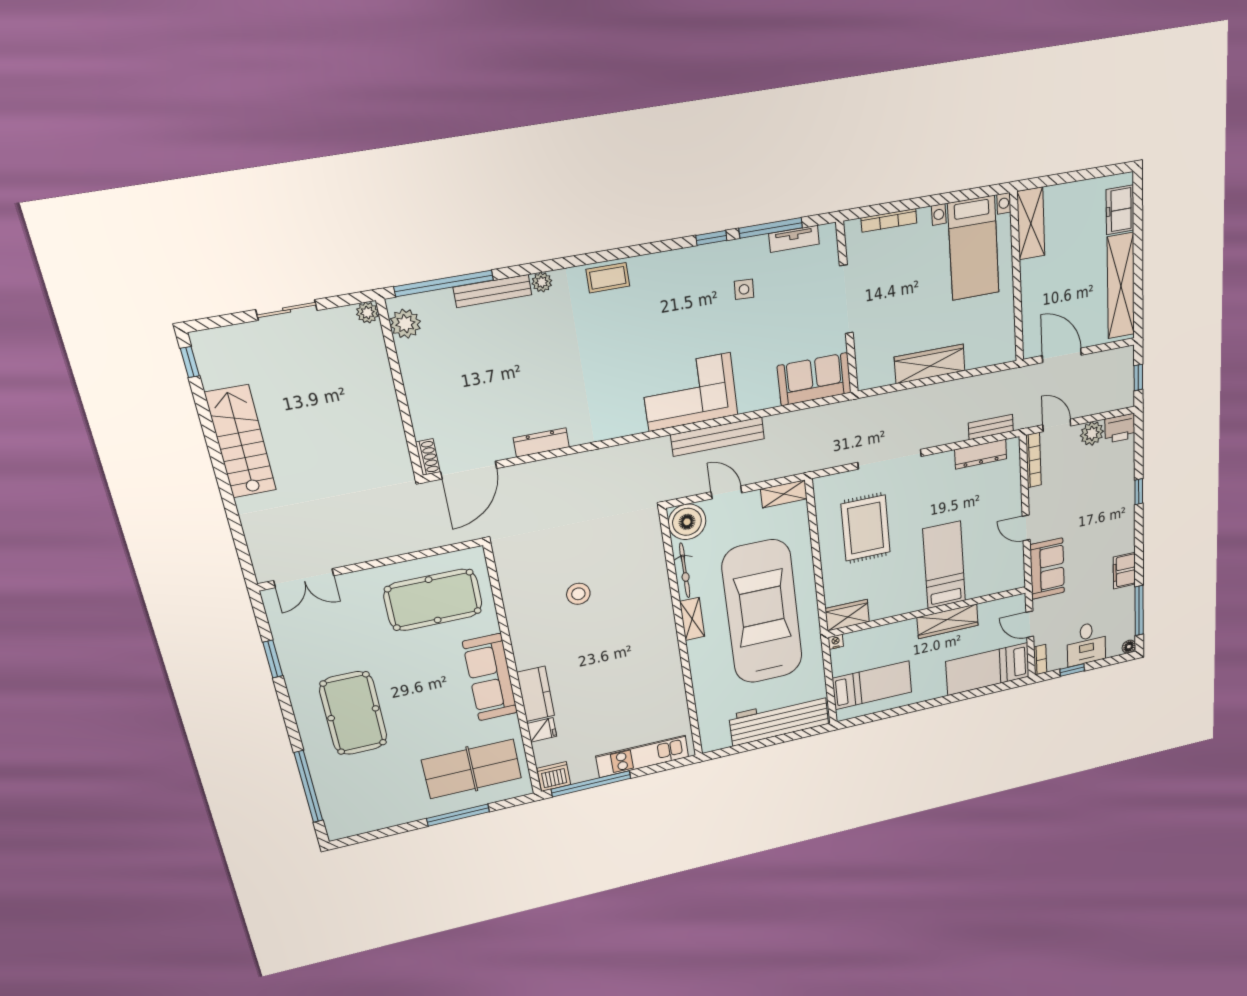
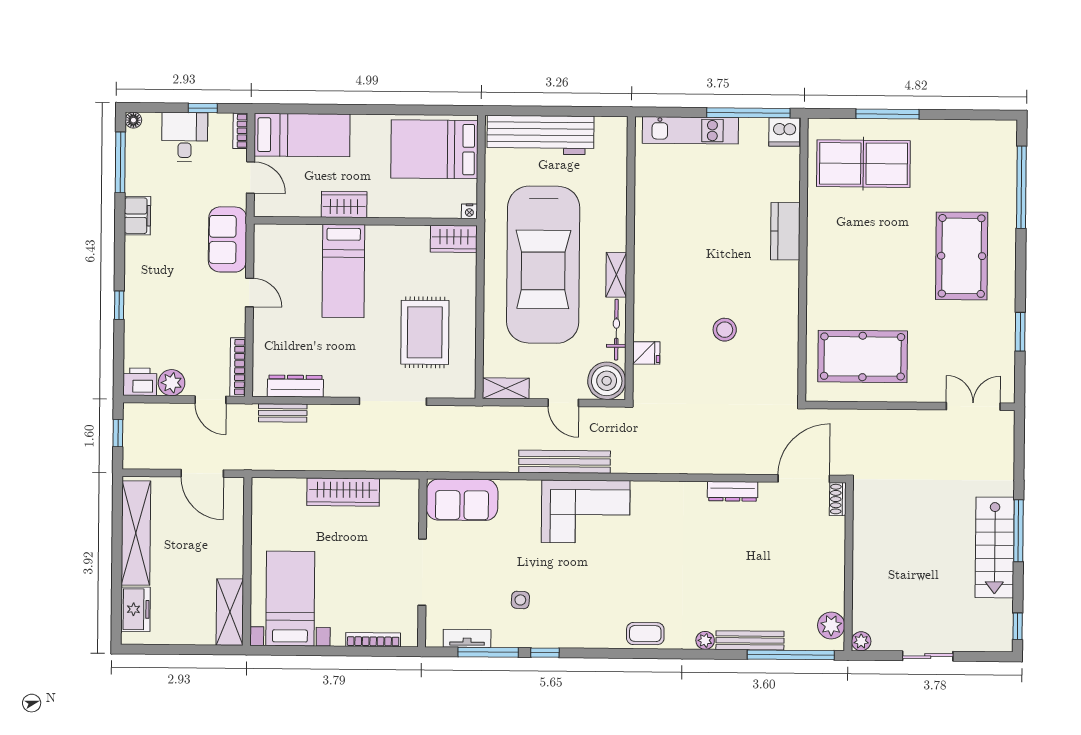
window: (218, 464) -> (1018, 531), added
wardrobe: (948, 621) -> (344, 204), width x0.67
sofa: (490, 677) -> (826, 261), removed
bed: (872, 685) -> (434, 149), width x1.50
fridge: (542, 730) -> (646, 353), moved, turned 180

